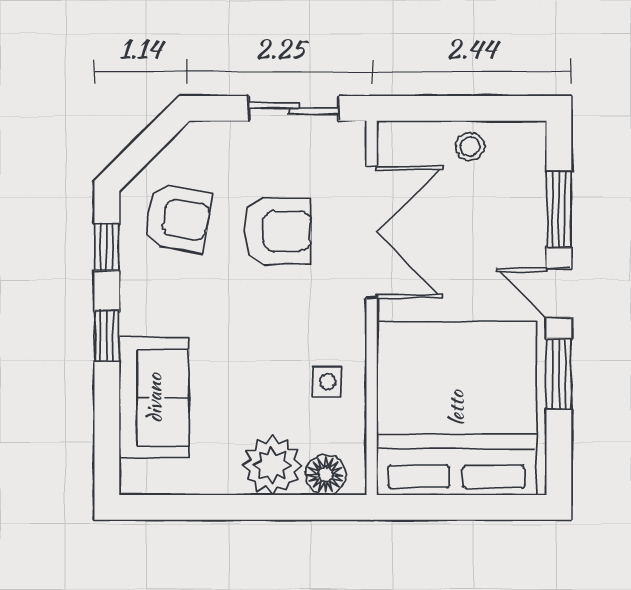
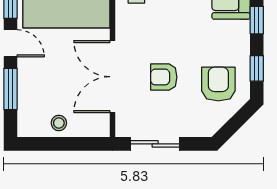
armchair: (177, 218) -> (218, 84), turned 81
armchair: (277, 231) -> (164, 77), width x0.72, depth x0.72

